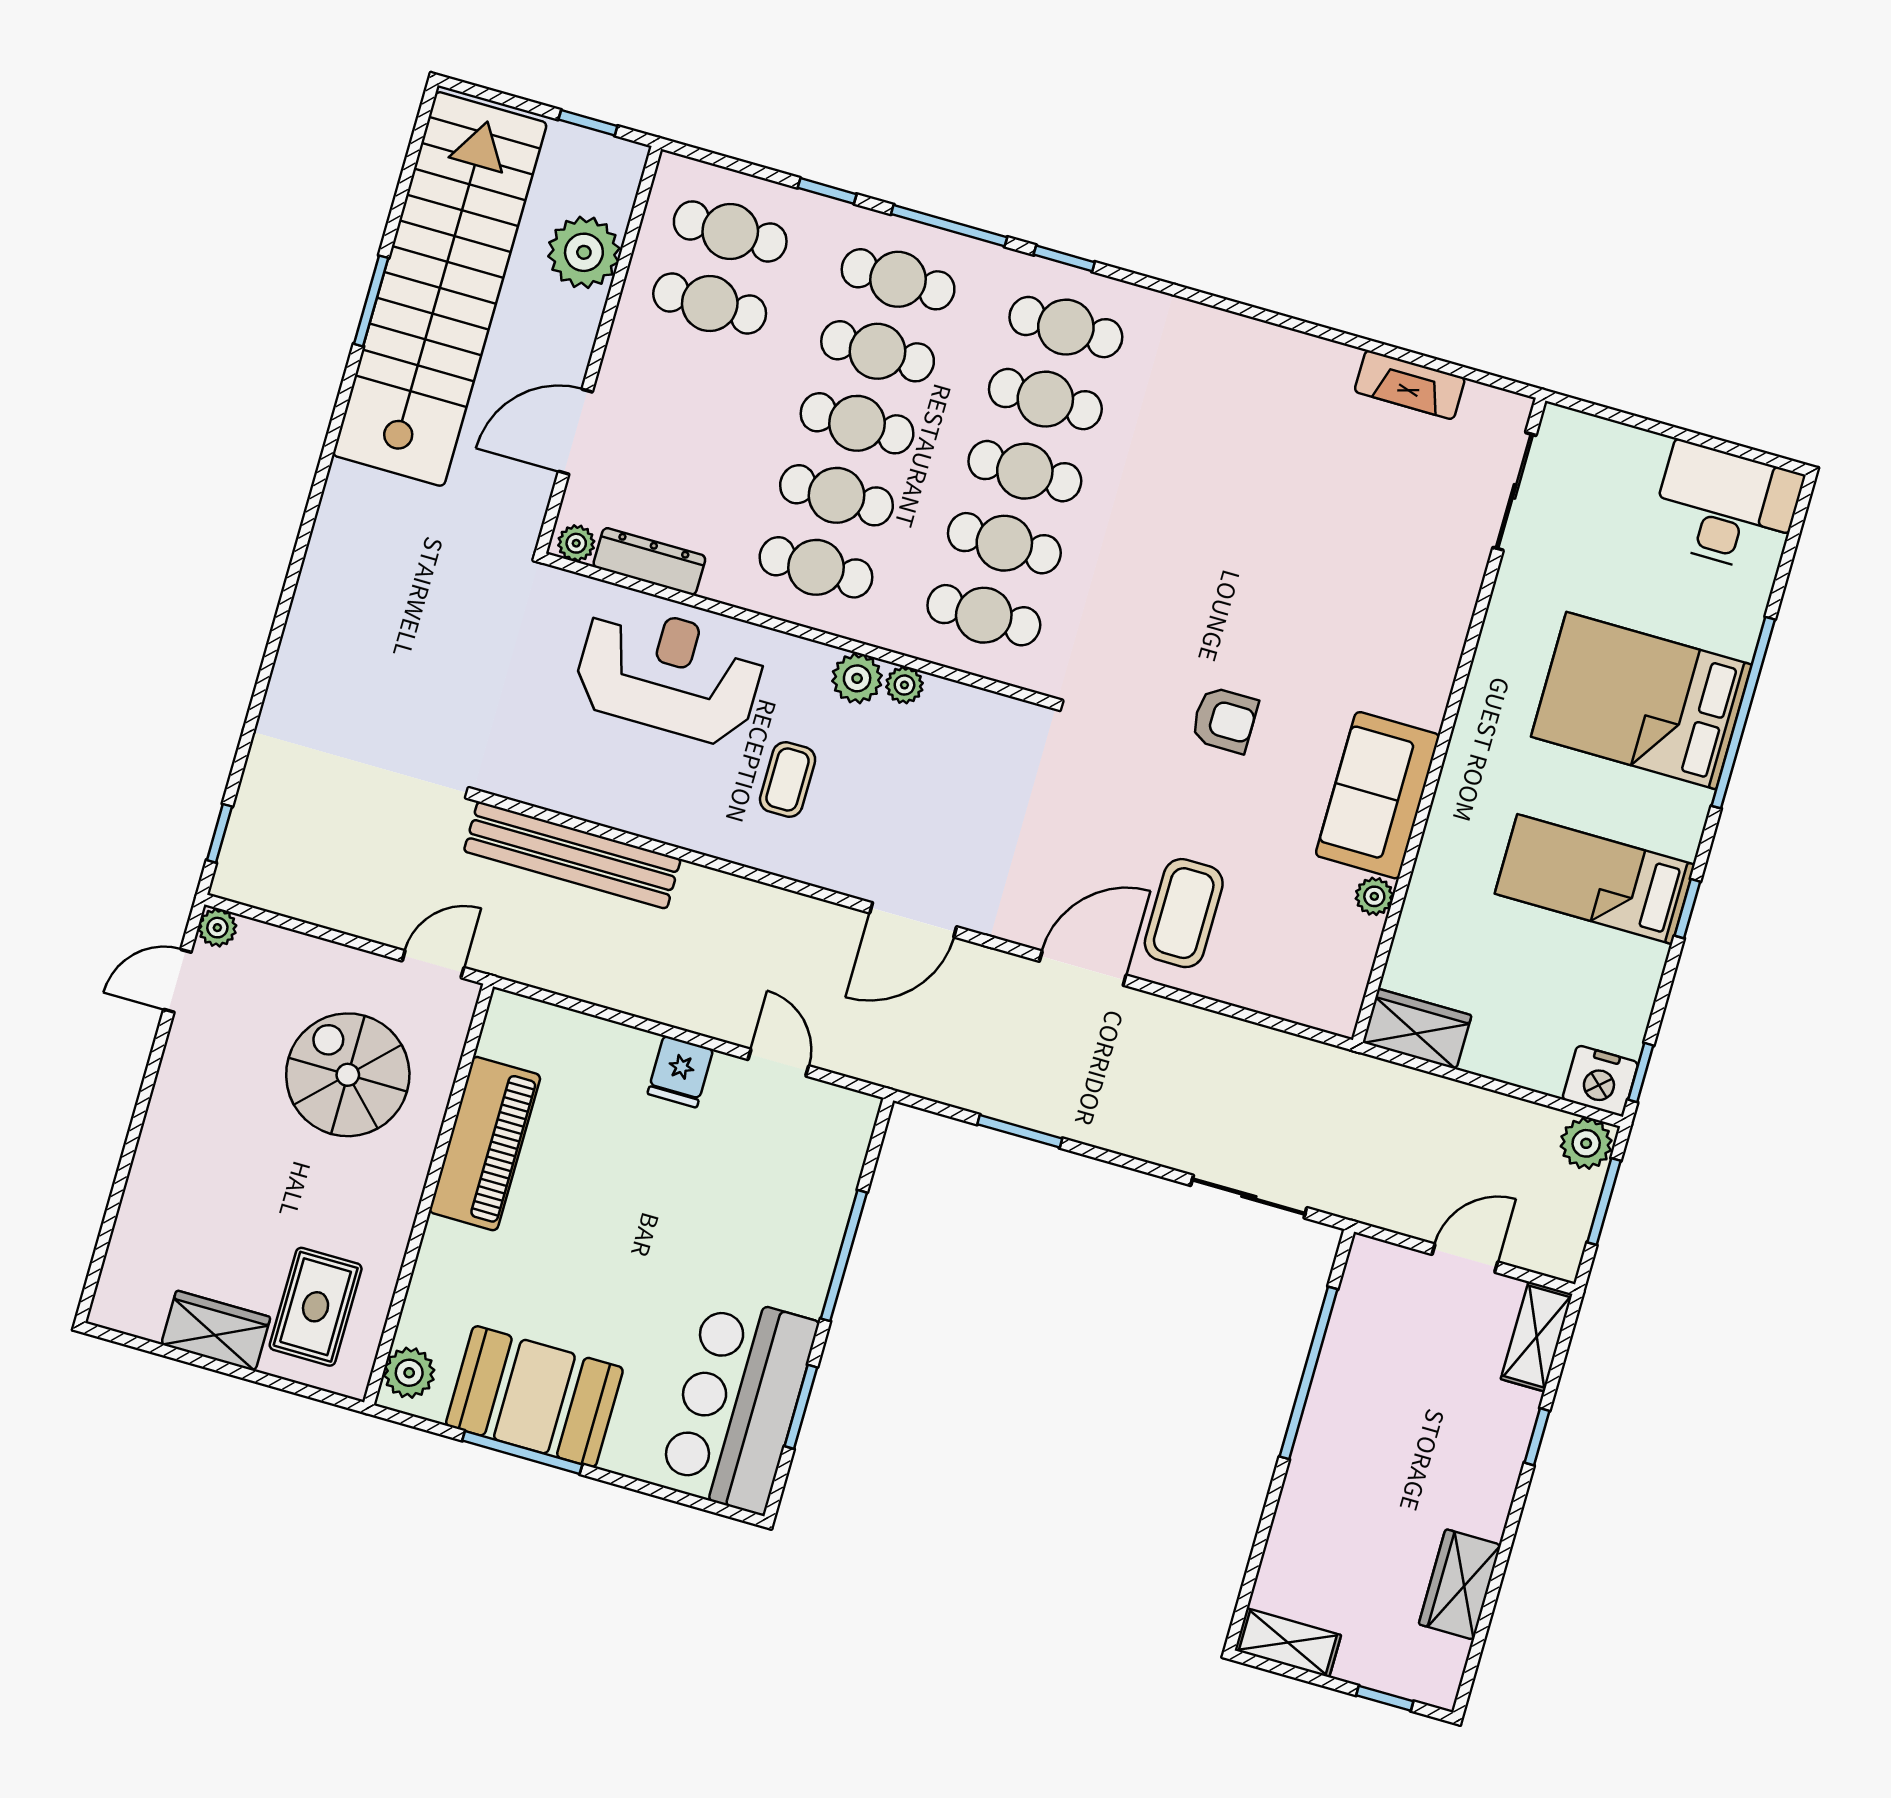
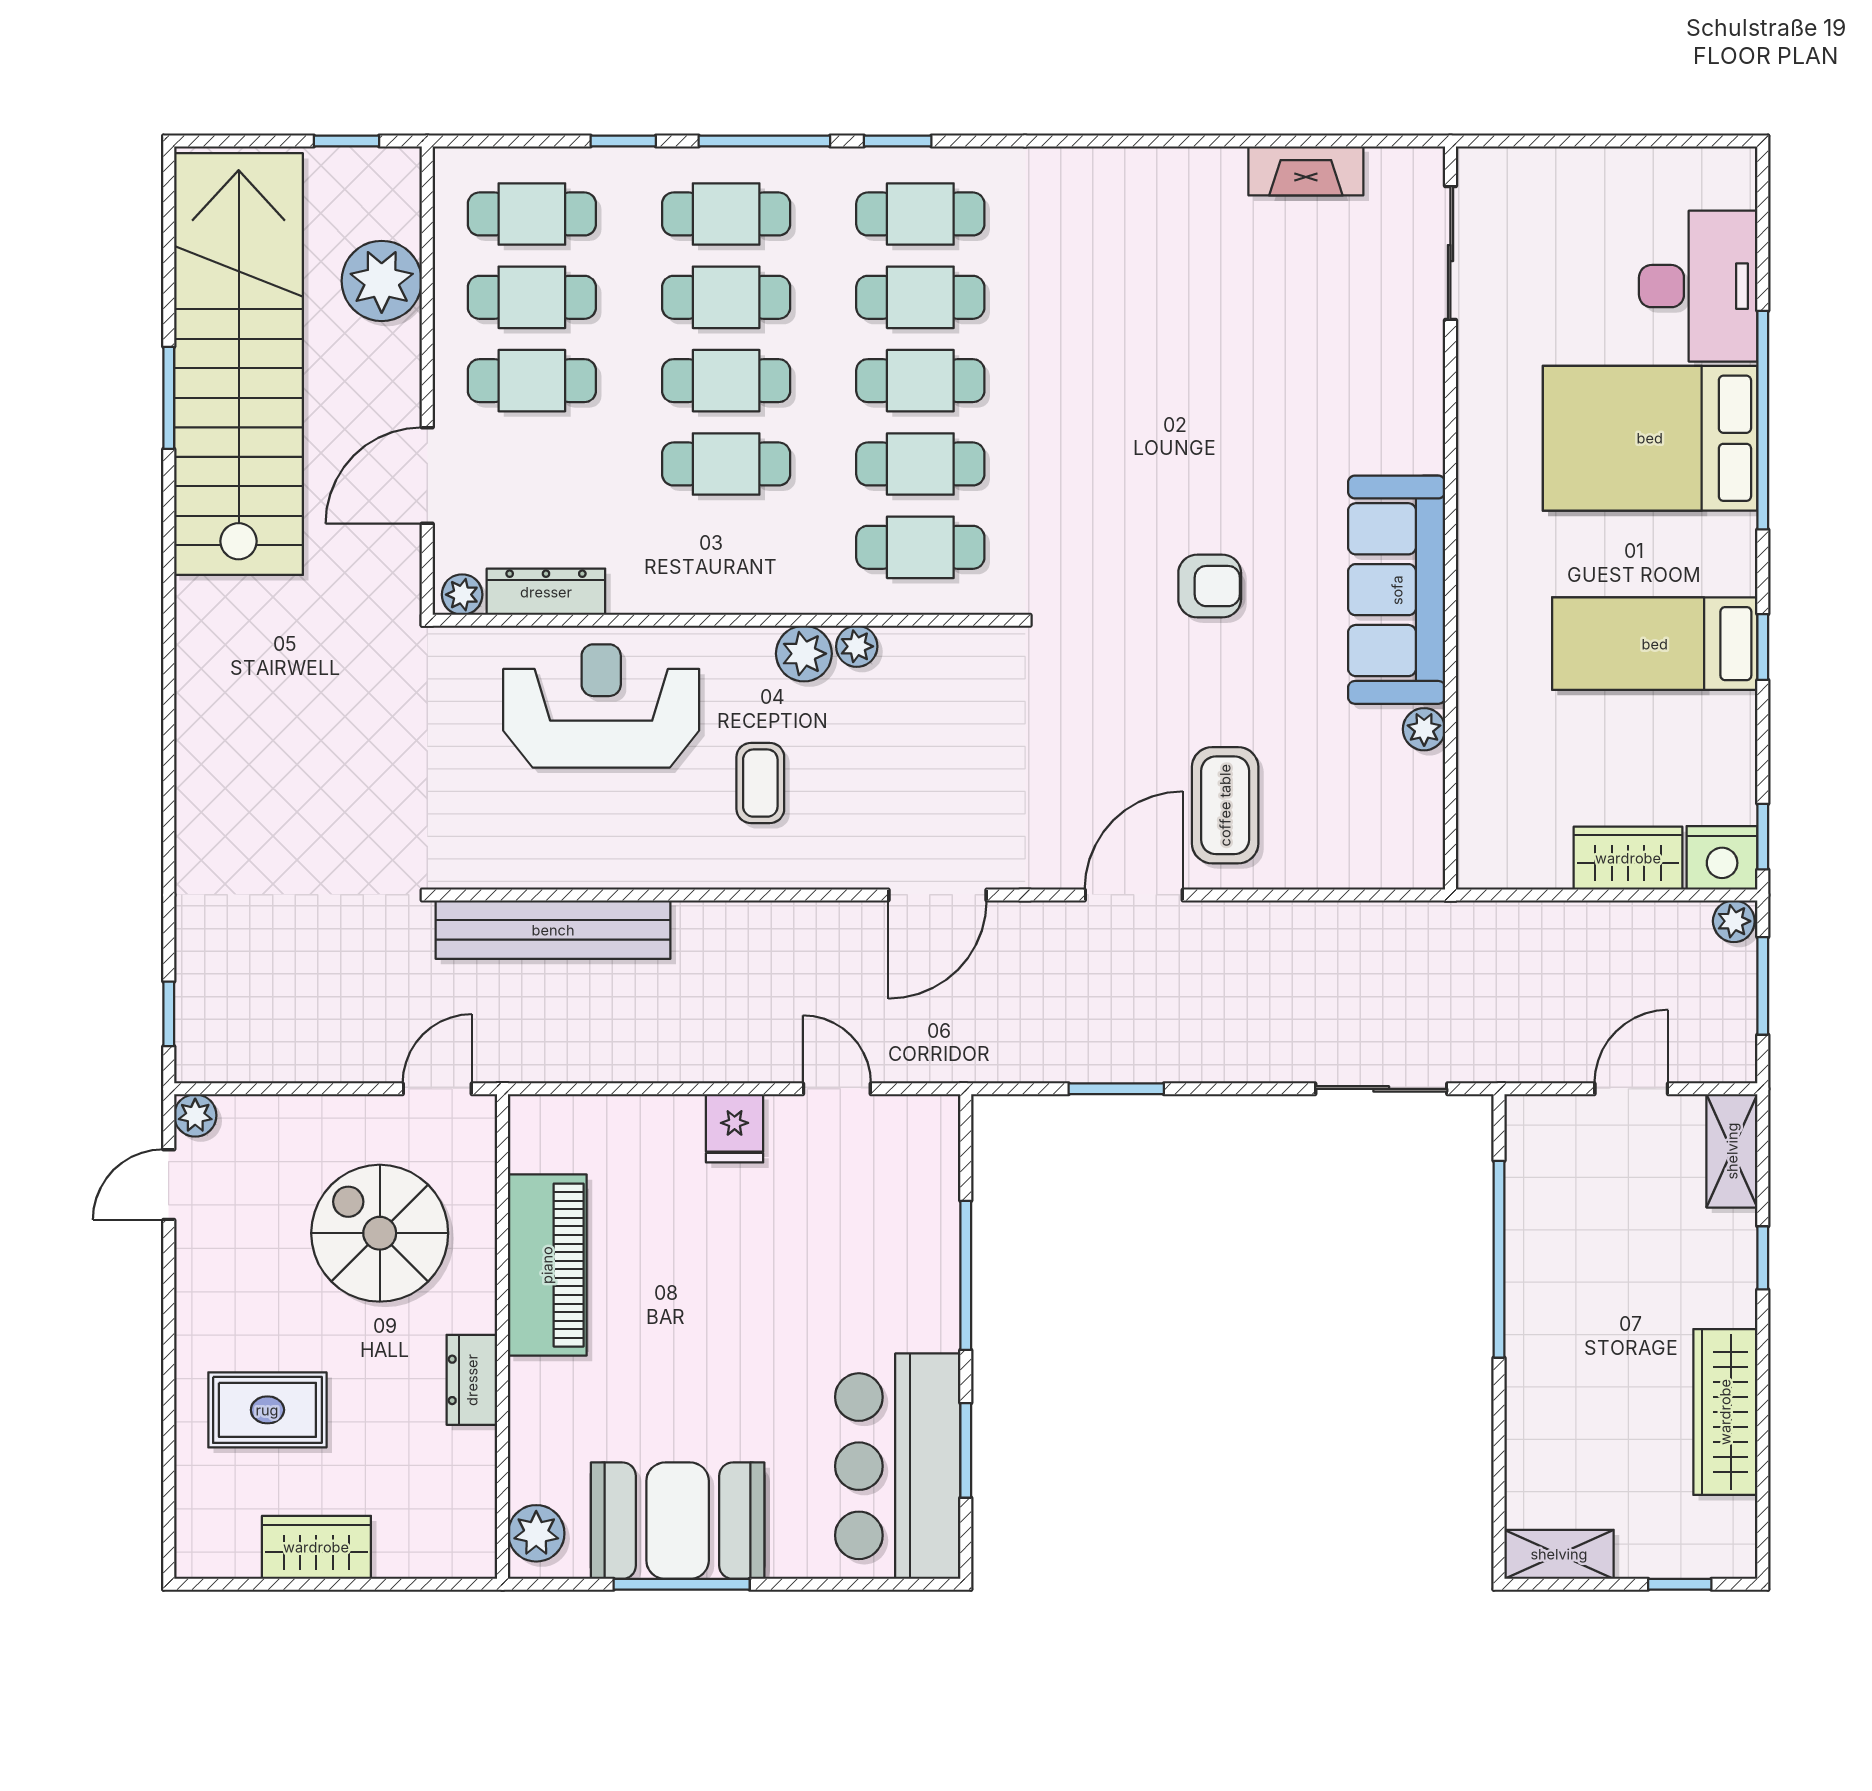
desk: (1726, 507) -> (1698, 286), moved, turned 90
cafe table: (816, 567) -> (532, 381), moved
sofa: (1378, 795) -> (1397, 590), width x1.36
wardrobe: (1417, 1029) -> (1628, 858), moved
plant: (1586, 1143) -> (1734, 921), width x0.73, depth x0.73
dresser: (391, 1224) -> (472, 1380), added
rug: (316, 1307) -> (267, 1410), moved, turned 90
wardrobe: (1460, 1584) -> (1725, 1412), width x1.50

